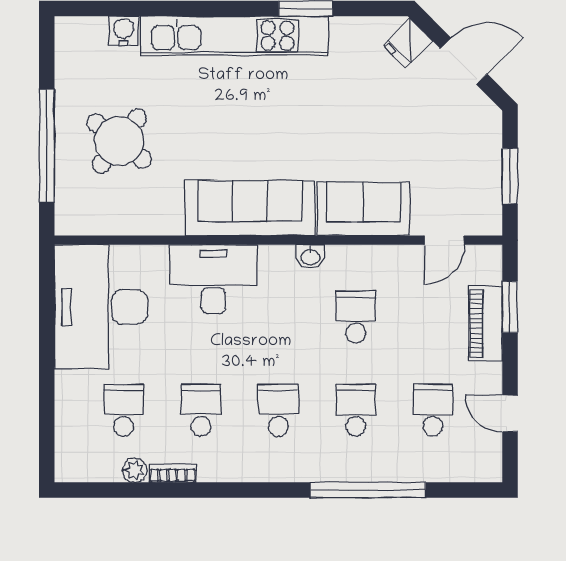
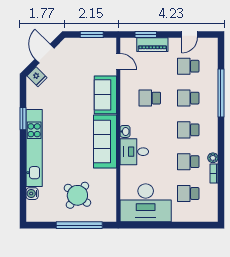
washbasin: (310, 257) -> (125, 131), moved
desk: (213, 279) -> (134, 152), width x0.73
plant: (135, 470) -> (213, 158), moved

